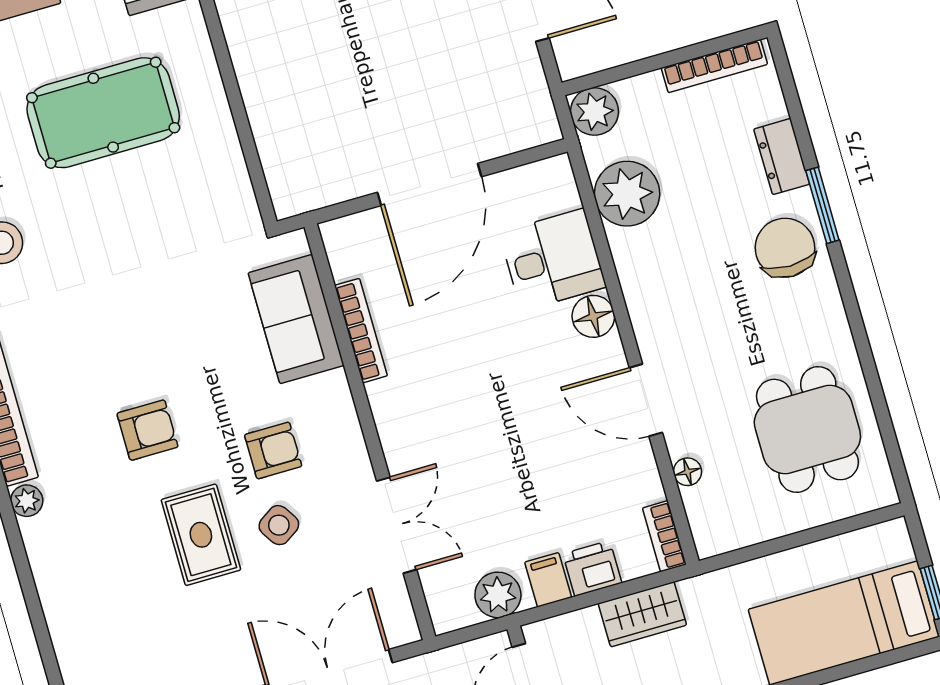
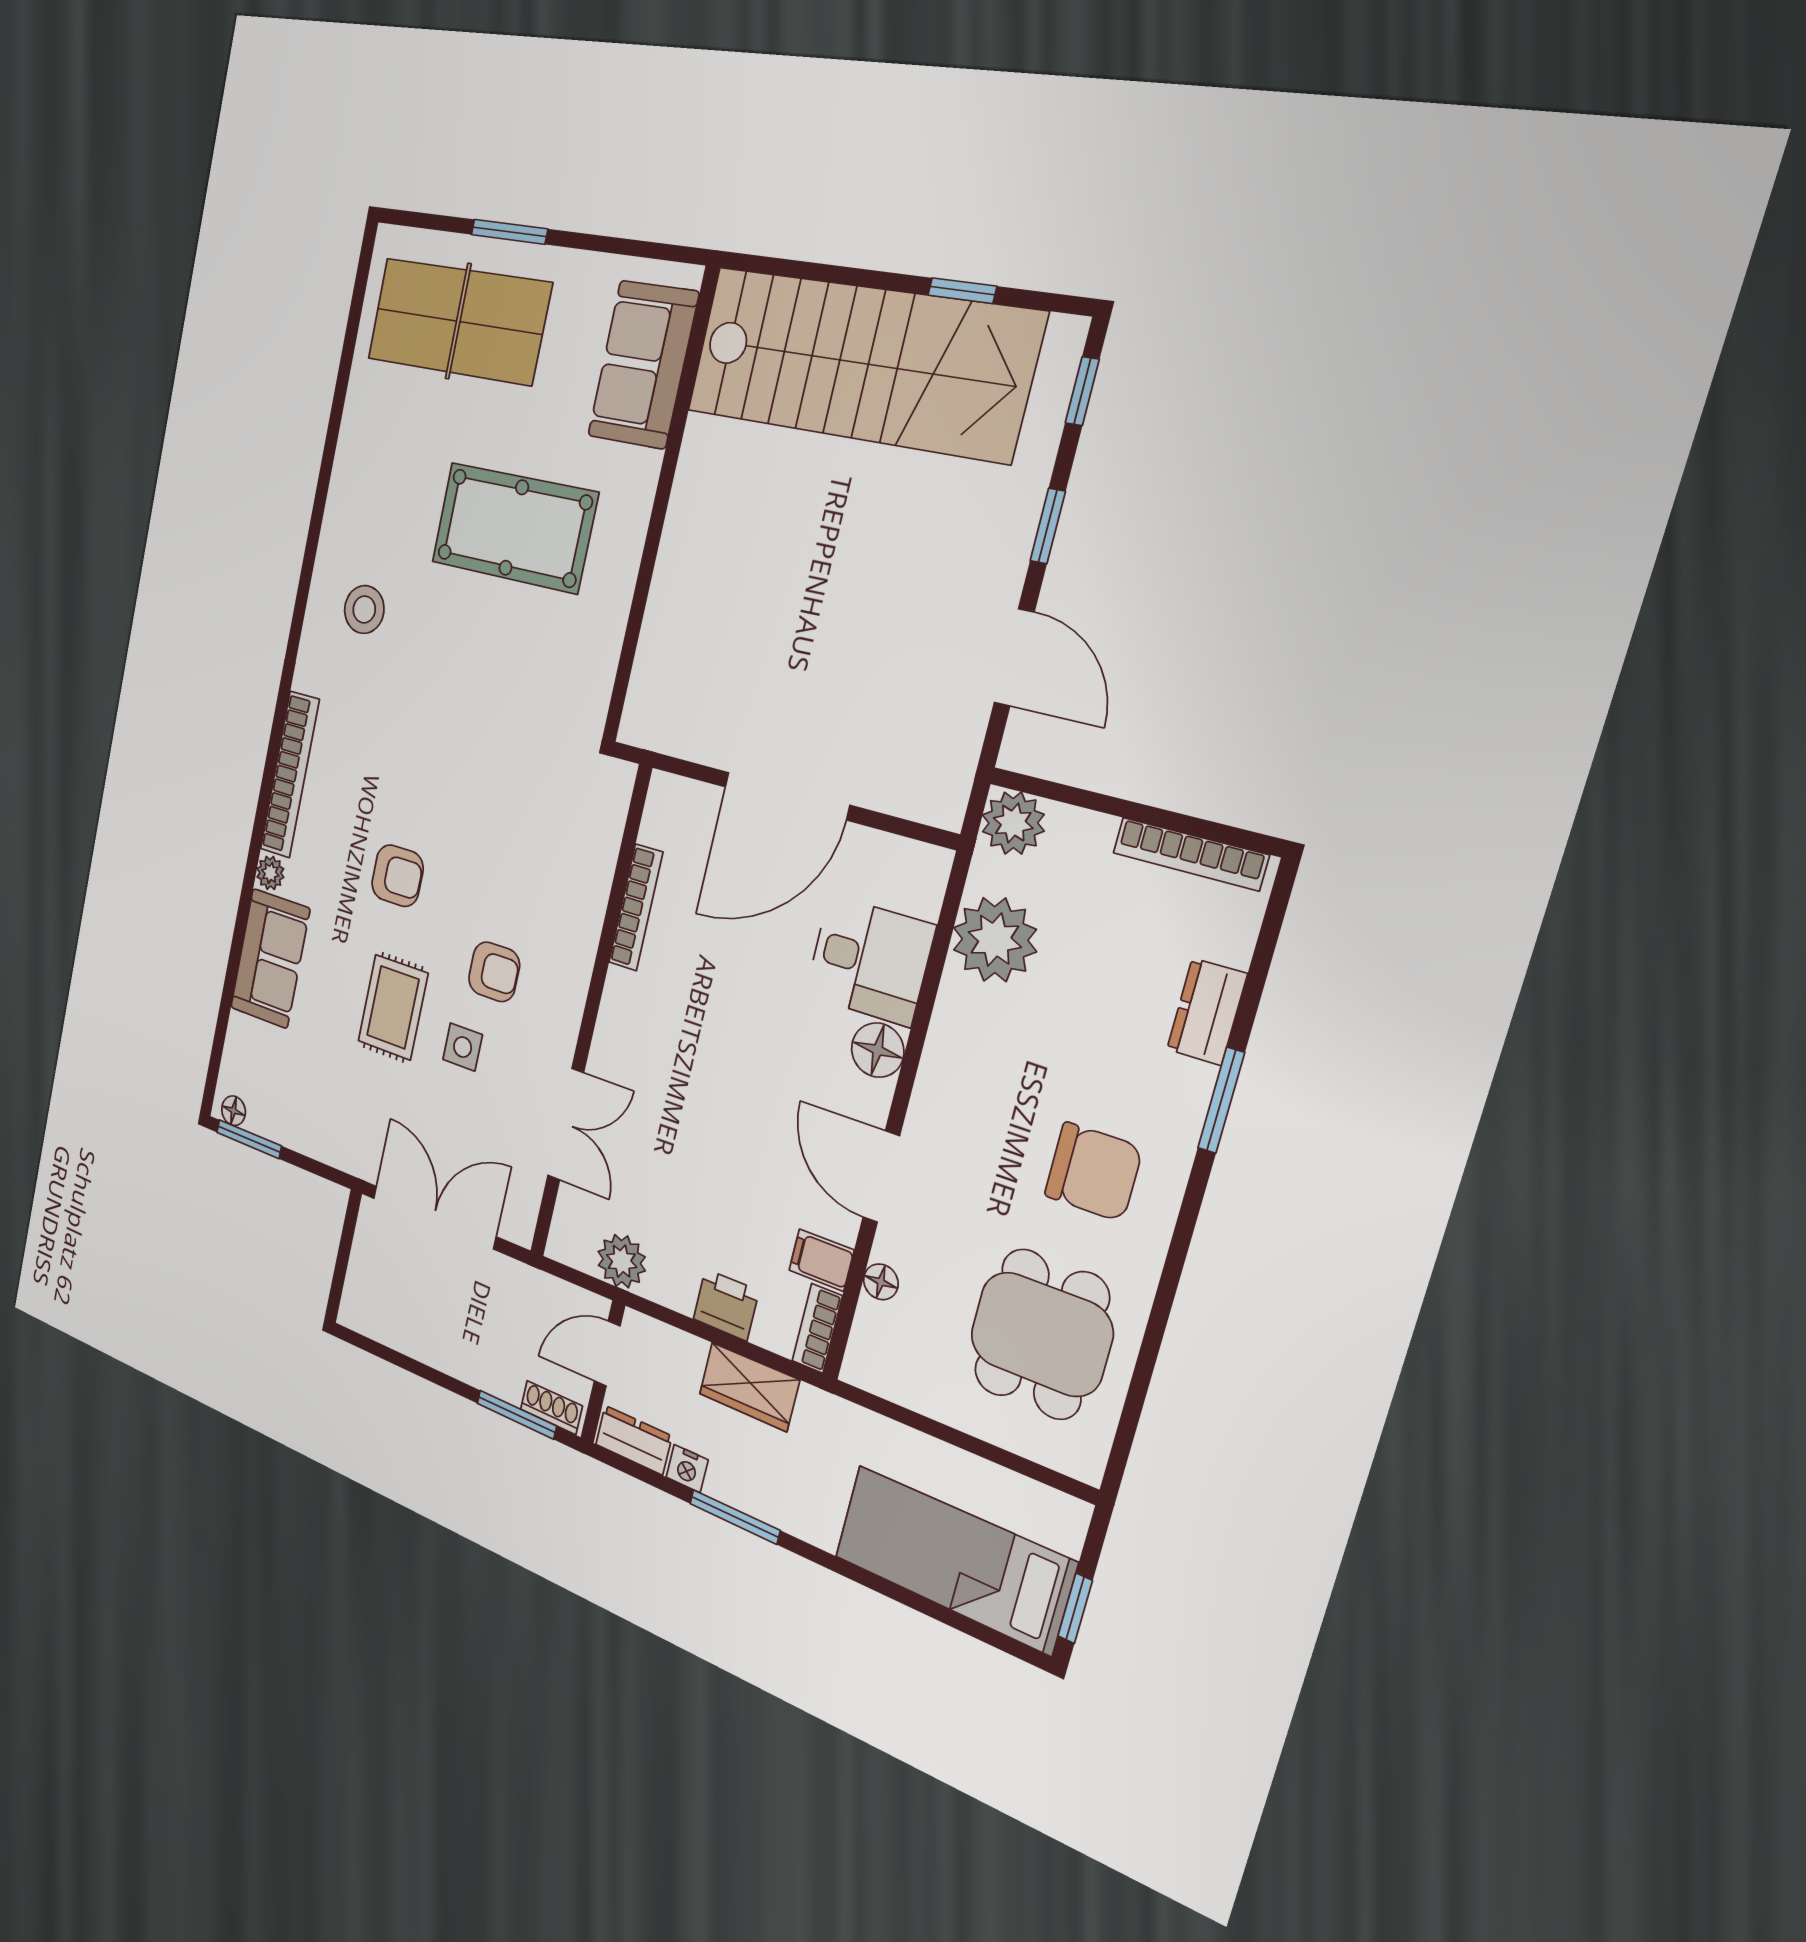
chair: (785, 248) -> (1093, 1172), moved, turned 90
sofa: (296, 319) -> (270, 958), moved, turned 180
side table: (279, 525) -> (463, 1047), turned 33
filing cabinet: (548, 580) -> (821, 1260), moved, turned -90

